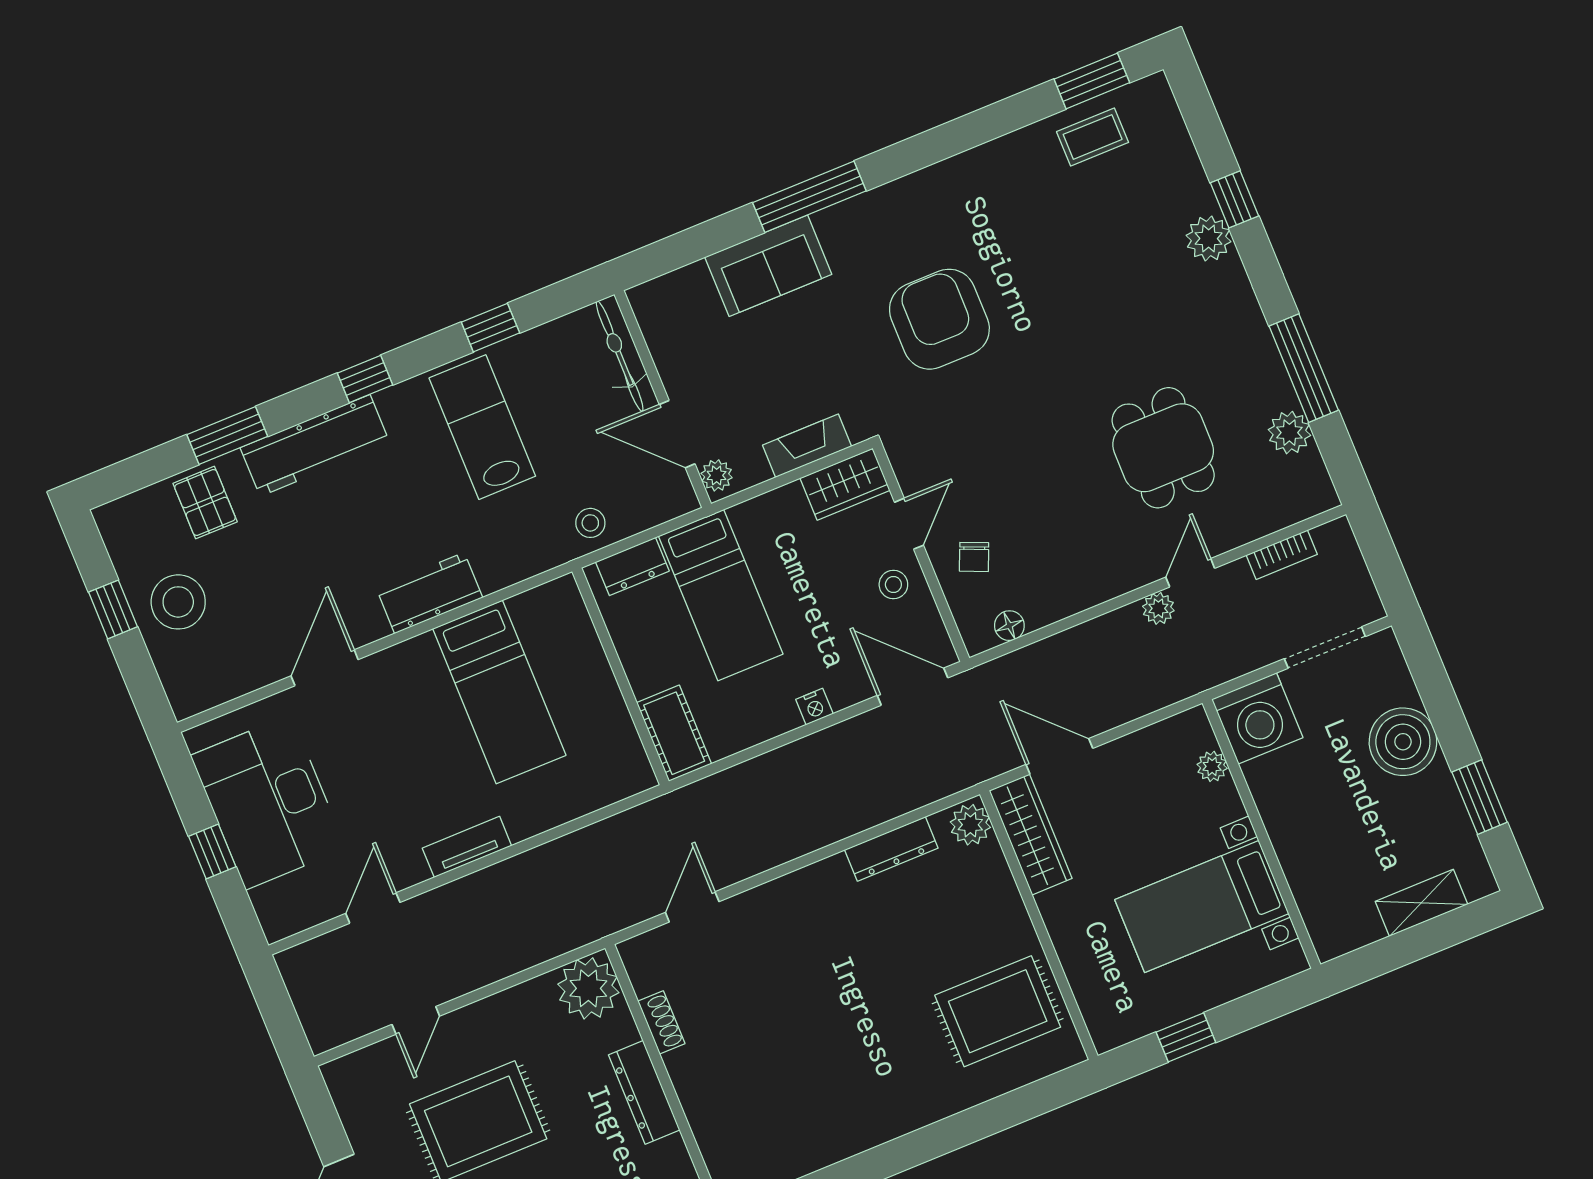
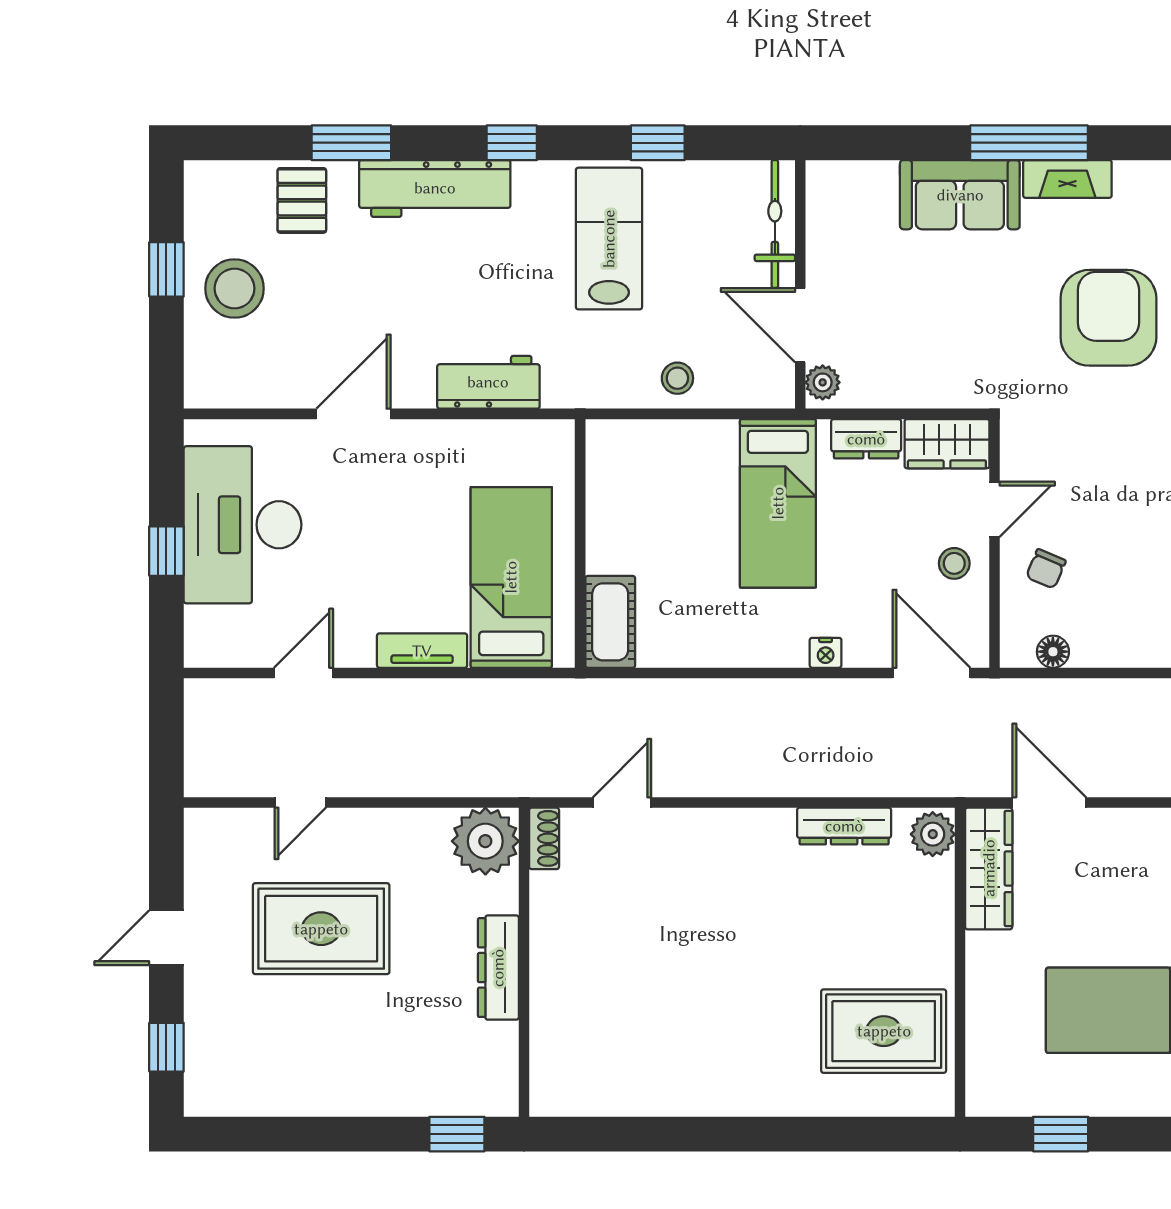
fireplace: (807, 446) -> (1067, 179), moved, turned 180
dresser: (632, 566) -> (866, 439), moved
wall: (621, 676) -> (580, 543), moved
bed: (499, 692) -> (511, 577), moved, turned 180
cot: (674, 733) -> (610, 622), moved
shoe rack: (661, 1022) -> (544, 838), moved

